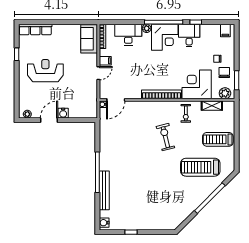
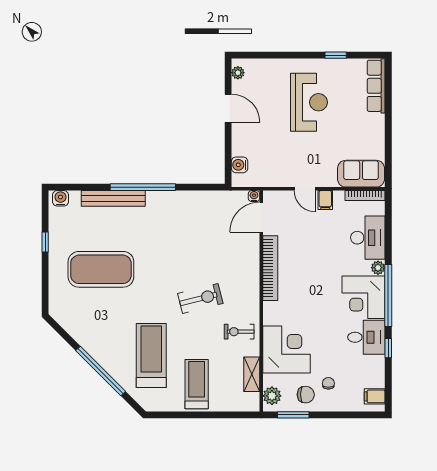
bookcase: (162, 94) -> (270, 268), moved
door: (116, 100) -> (261, 217), hinge flipped
water cooler: (63, 113) -> (240, 165), moved
exercise mat: (148, 198) -> (101, 269), added

